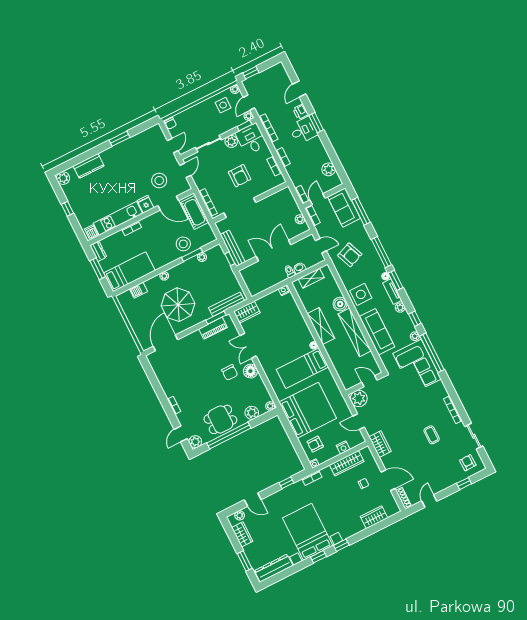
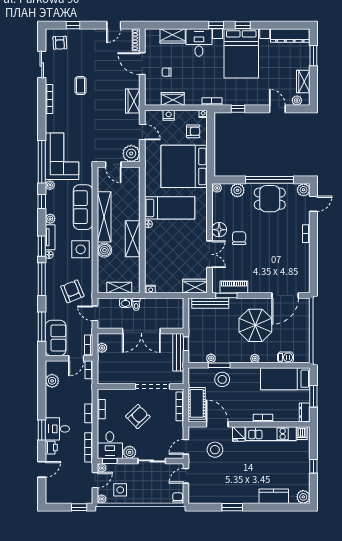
armchair: (240, 176) -> (138, 417), turned 46
wardrobe: (347, 463) -> (173, 99), width x0.67
desk: (349, 523) -> (199, 42), added

